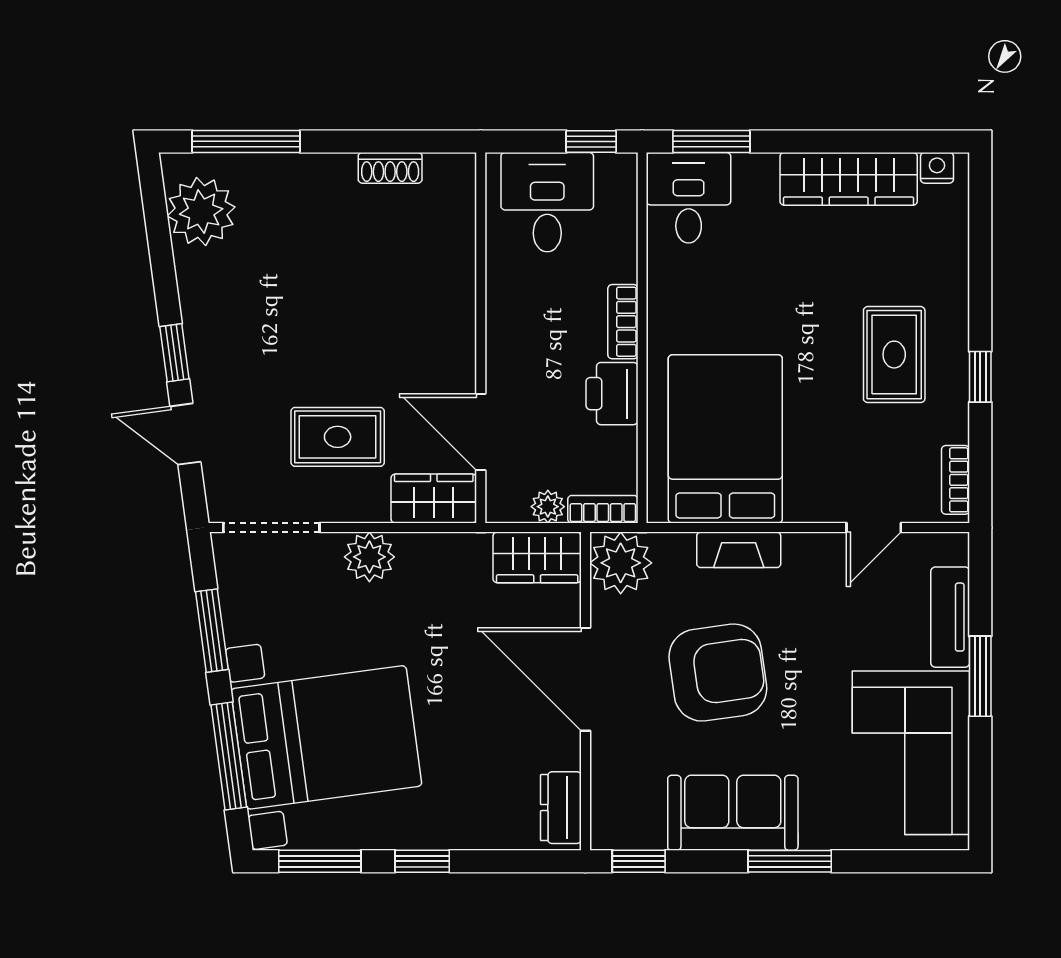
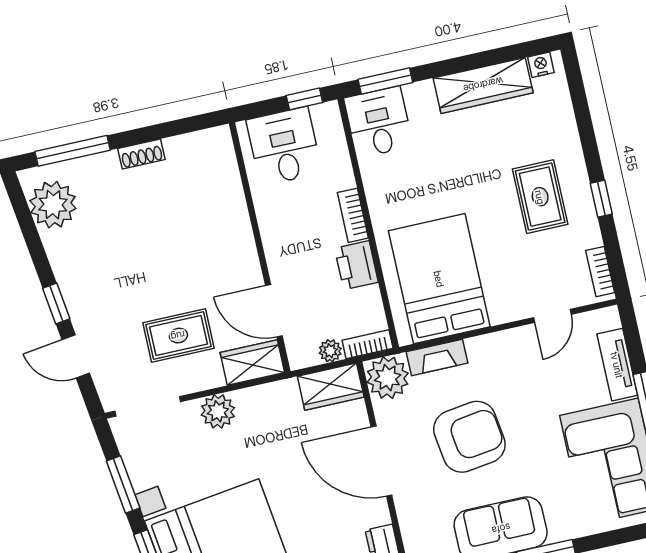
shoe rack: (390, 168) -> (141, 154), moved
fireplace: (739, 550) -> (437, 357), moved

